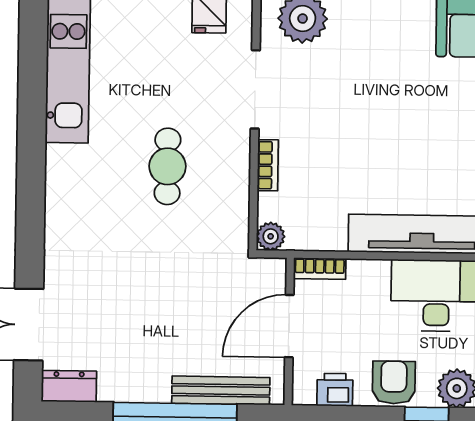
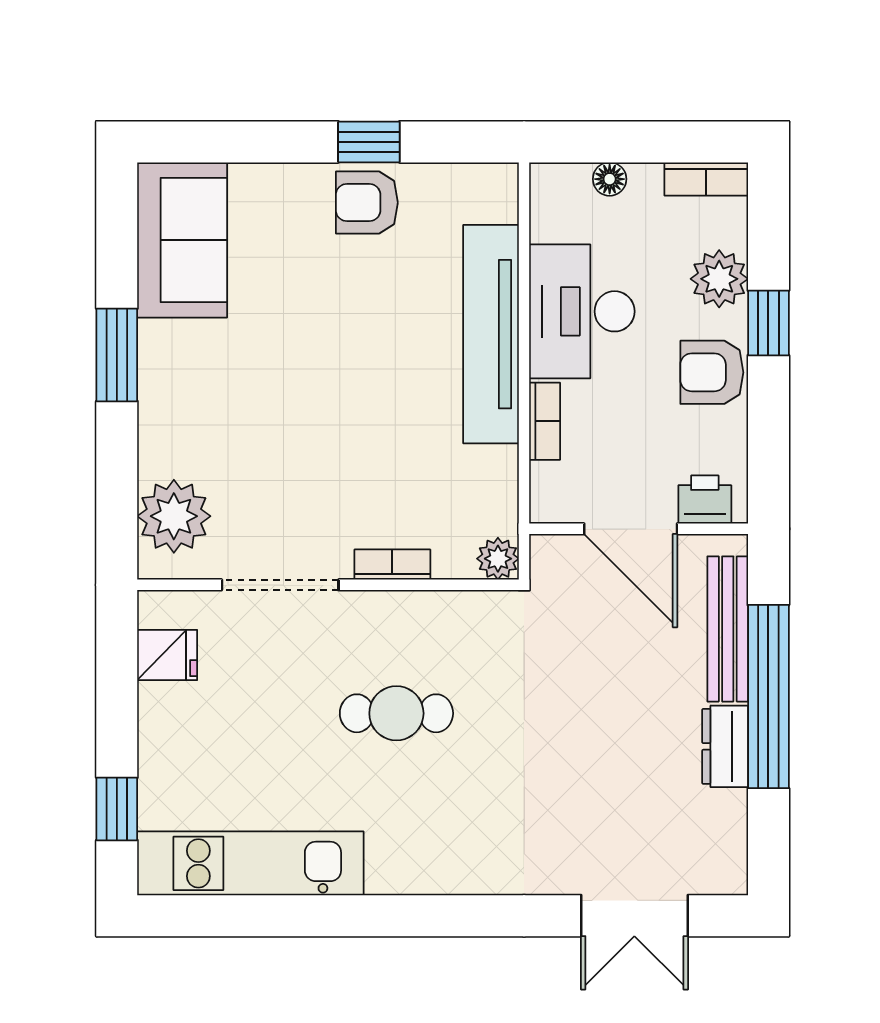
bookcase: (320, 269) -> (545, 421), moved
dresser: (69, 386) -> (725, 746), moved
printer: (335, 390) -> (705, 500), moved, turned 90

